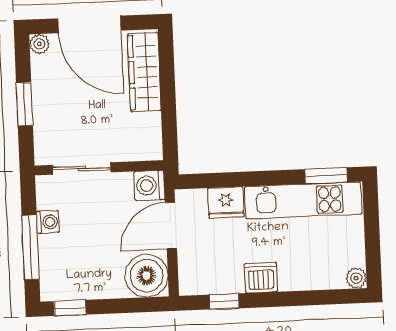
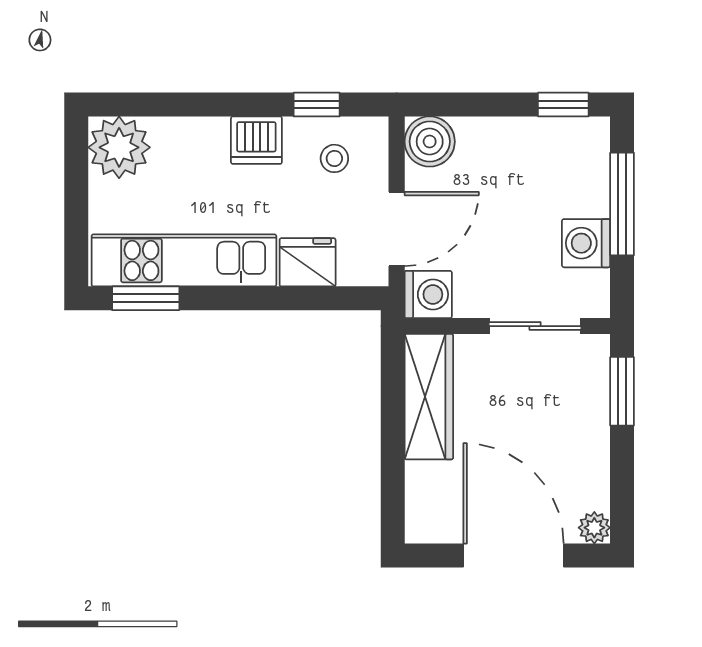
wardrobe: (144, 72) -> (429, 397), moved
window: (25, 104) -> (622, 391), moved
washing machine: (48, 222) -> (586, 243), width x1.38, depth x1.38
stool: (212, 268) -> (334, 158), added
boiler: (147, 276) -> (430, 142), width x0.73, depth x0.73
plant: (356, 278) -> (119, 147), width x1.88, depth x1.88

